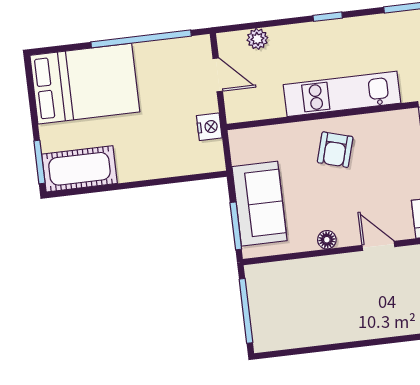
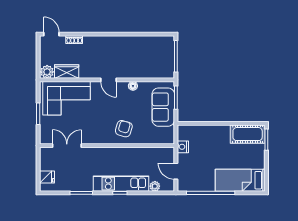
bed: (85, 84) -> (240, 180), width x0.67
kitchen unit: (342, 94) -> (121, 184), moved, turned 180

